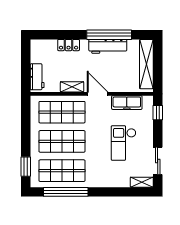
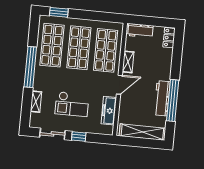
locker: (69, 45) -> (169, 38), moved
window: (158, 113) -> (79, 136), moved
checkout: (124, 143) -> (72, 104), turned 180
shelving: (142, 182) -> (36, 102), moved
window: (66, 192) -> (30, 67), moved

